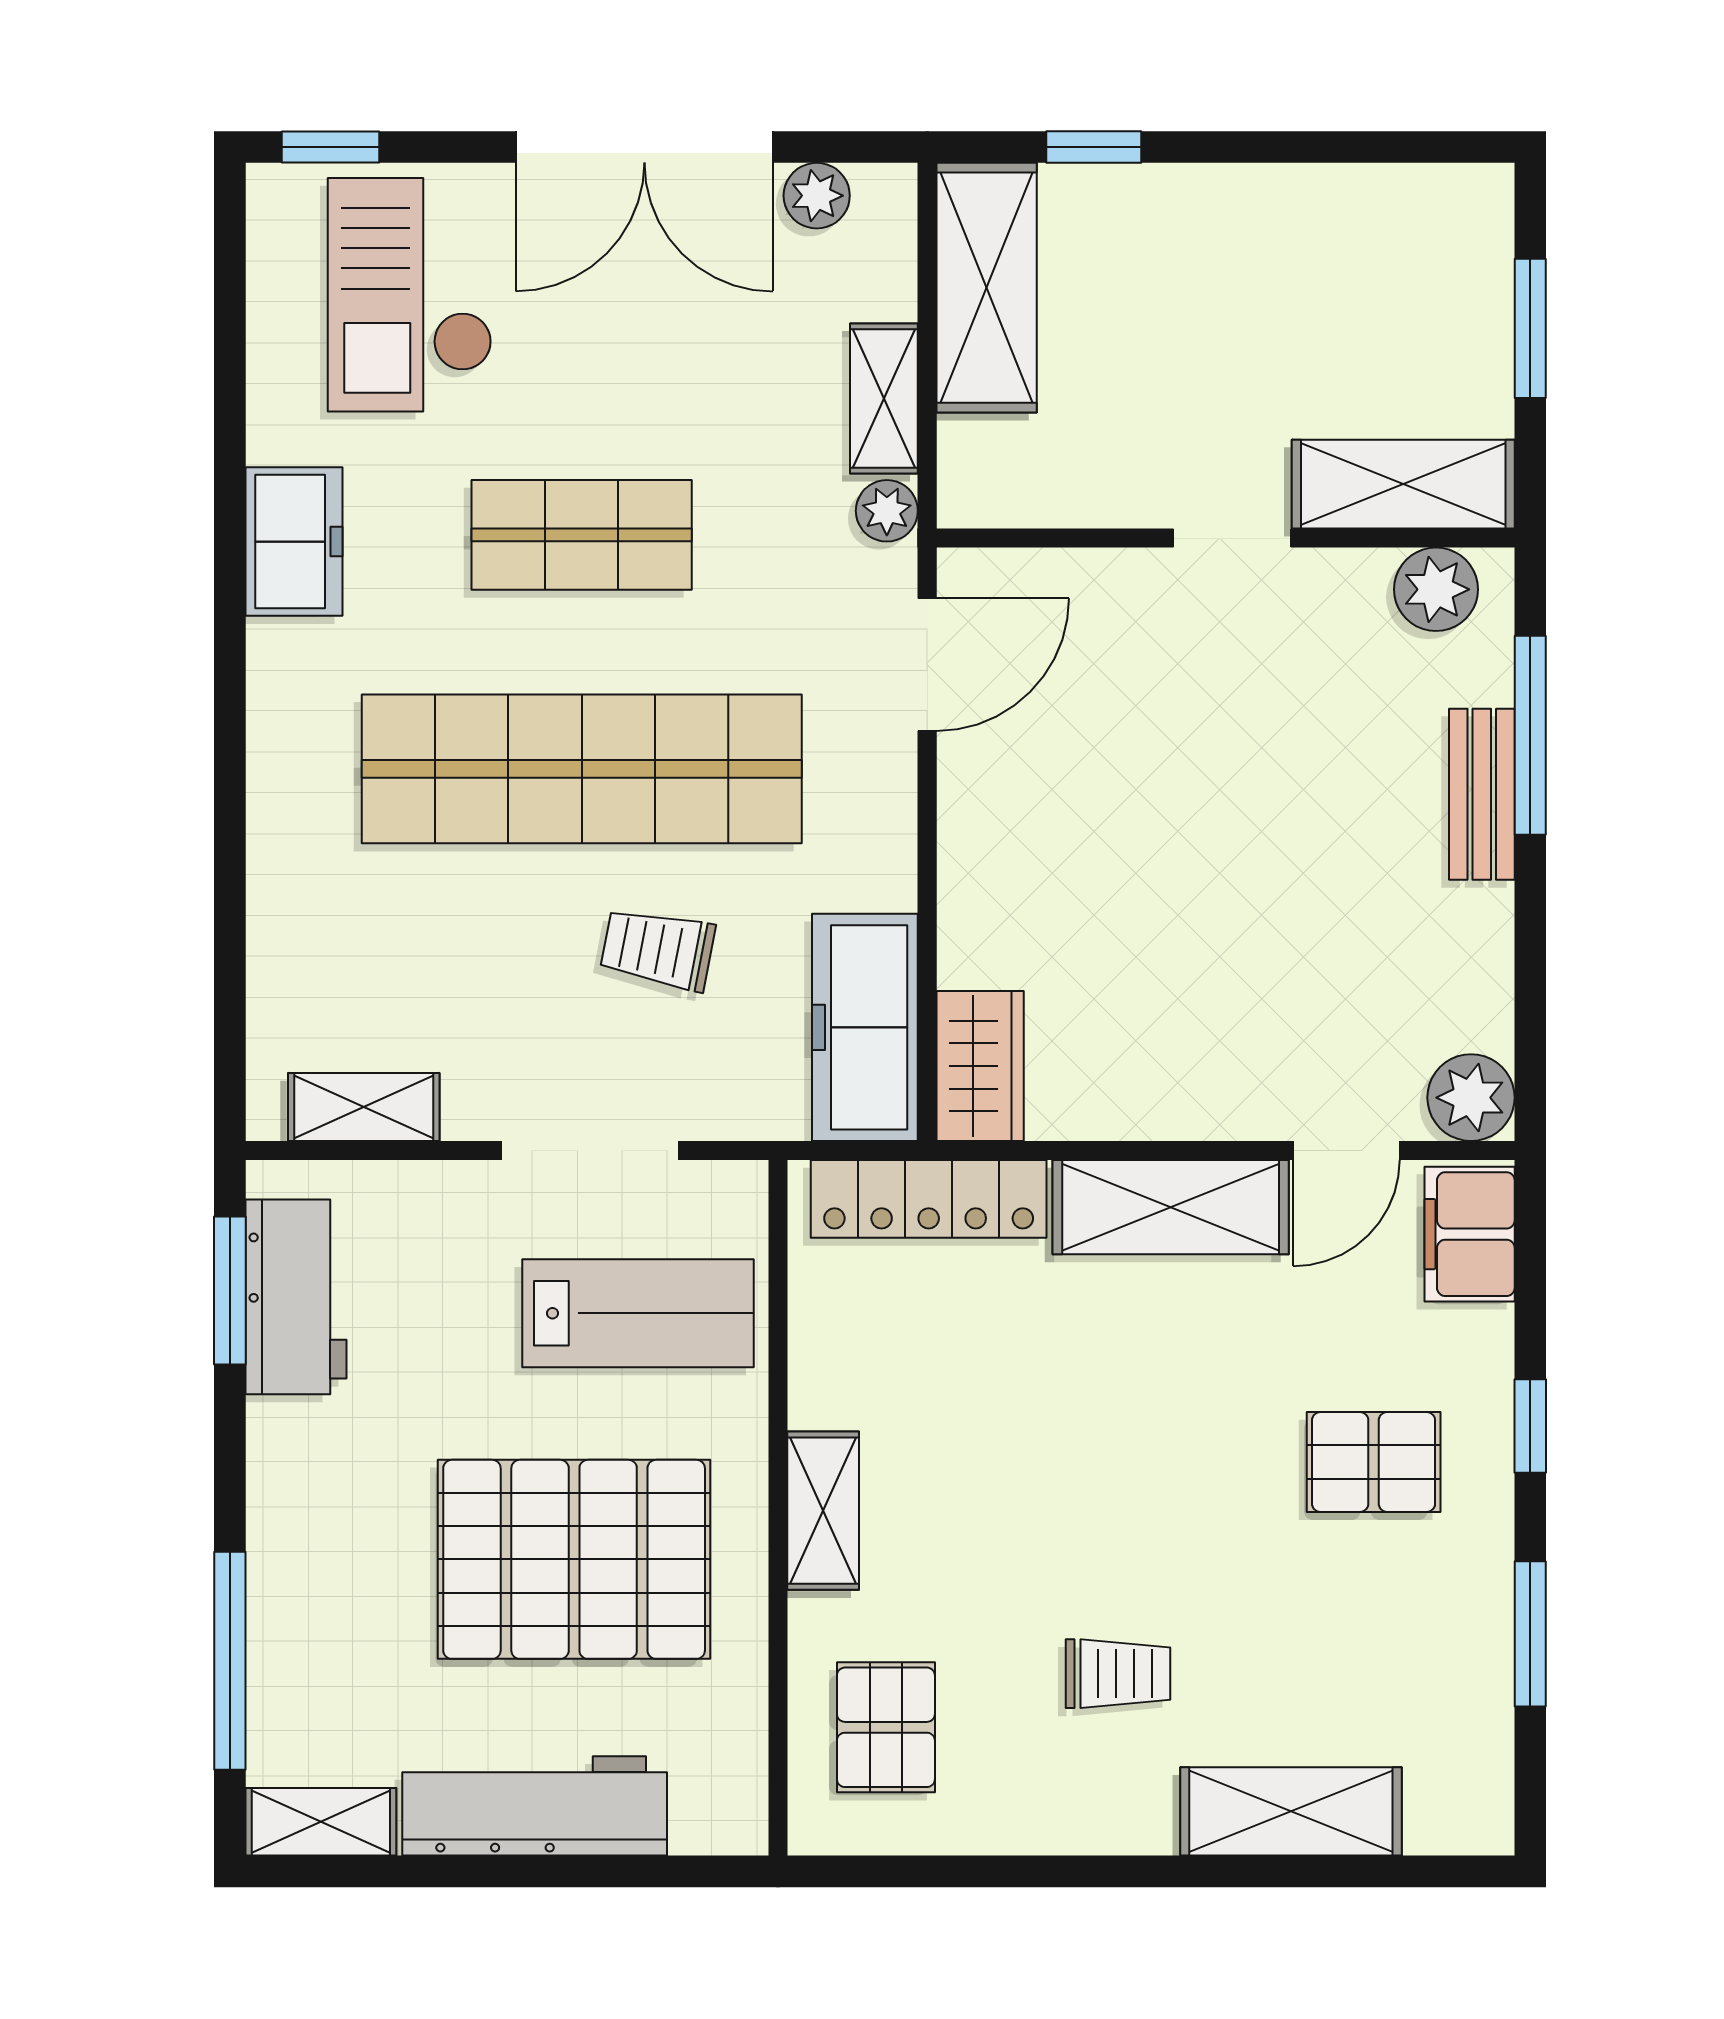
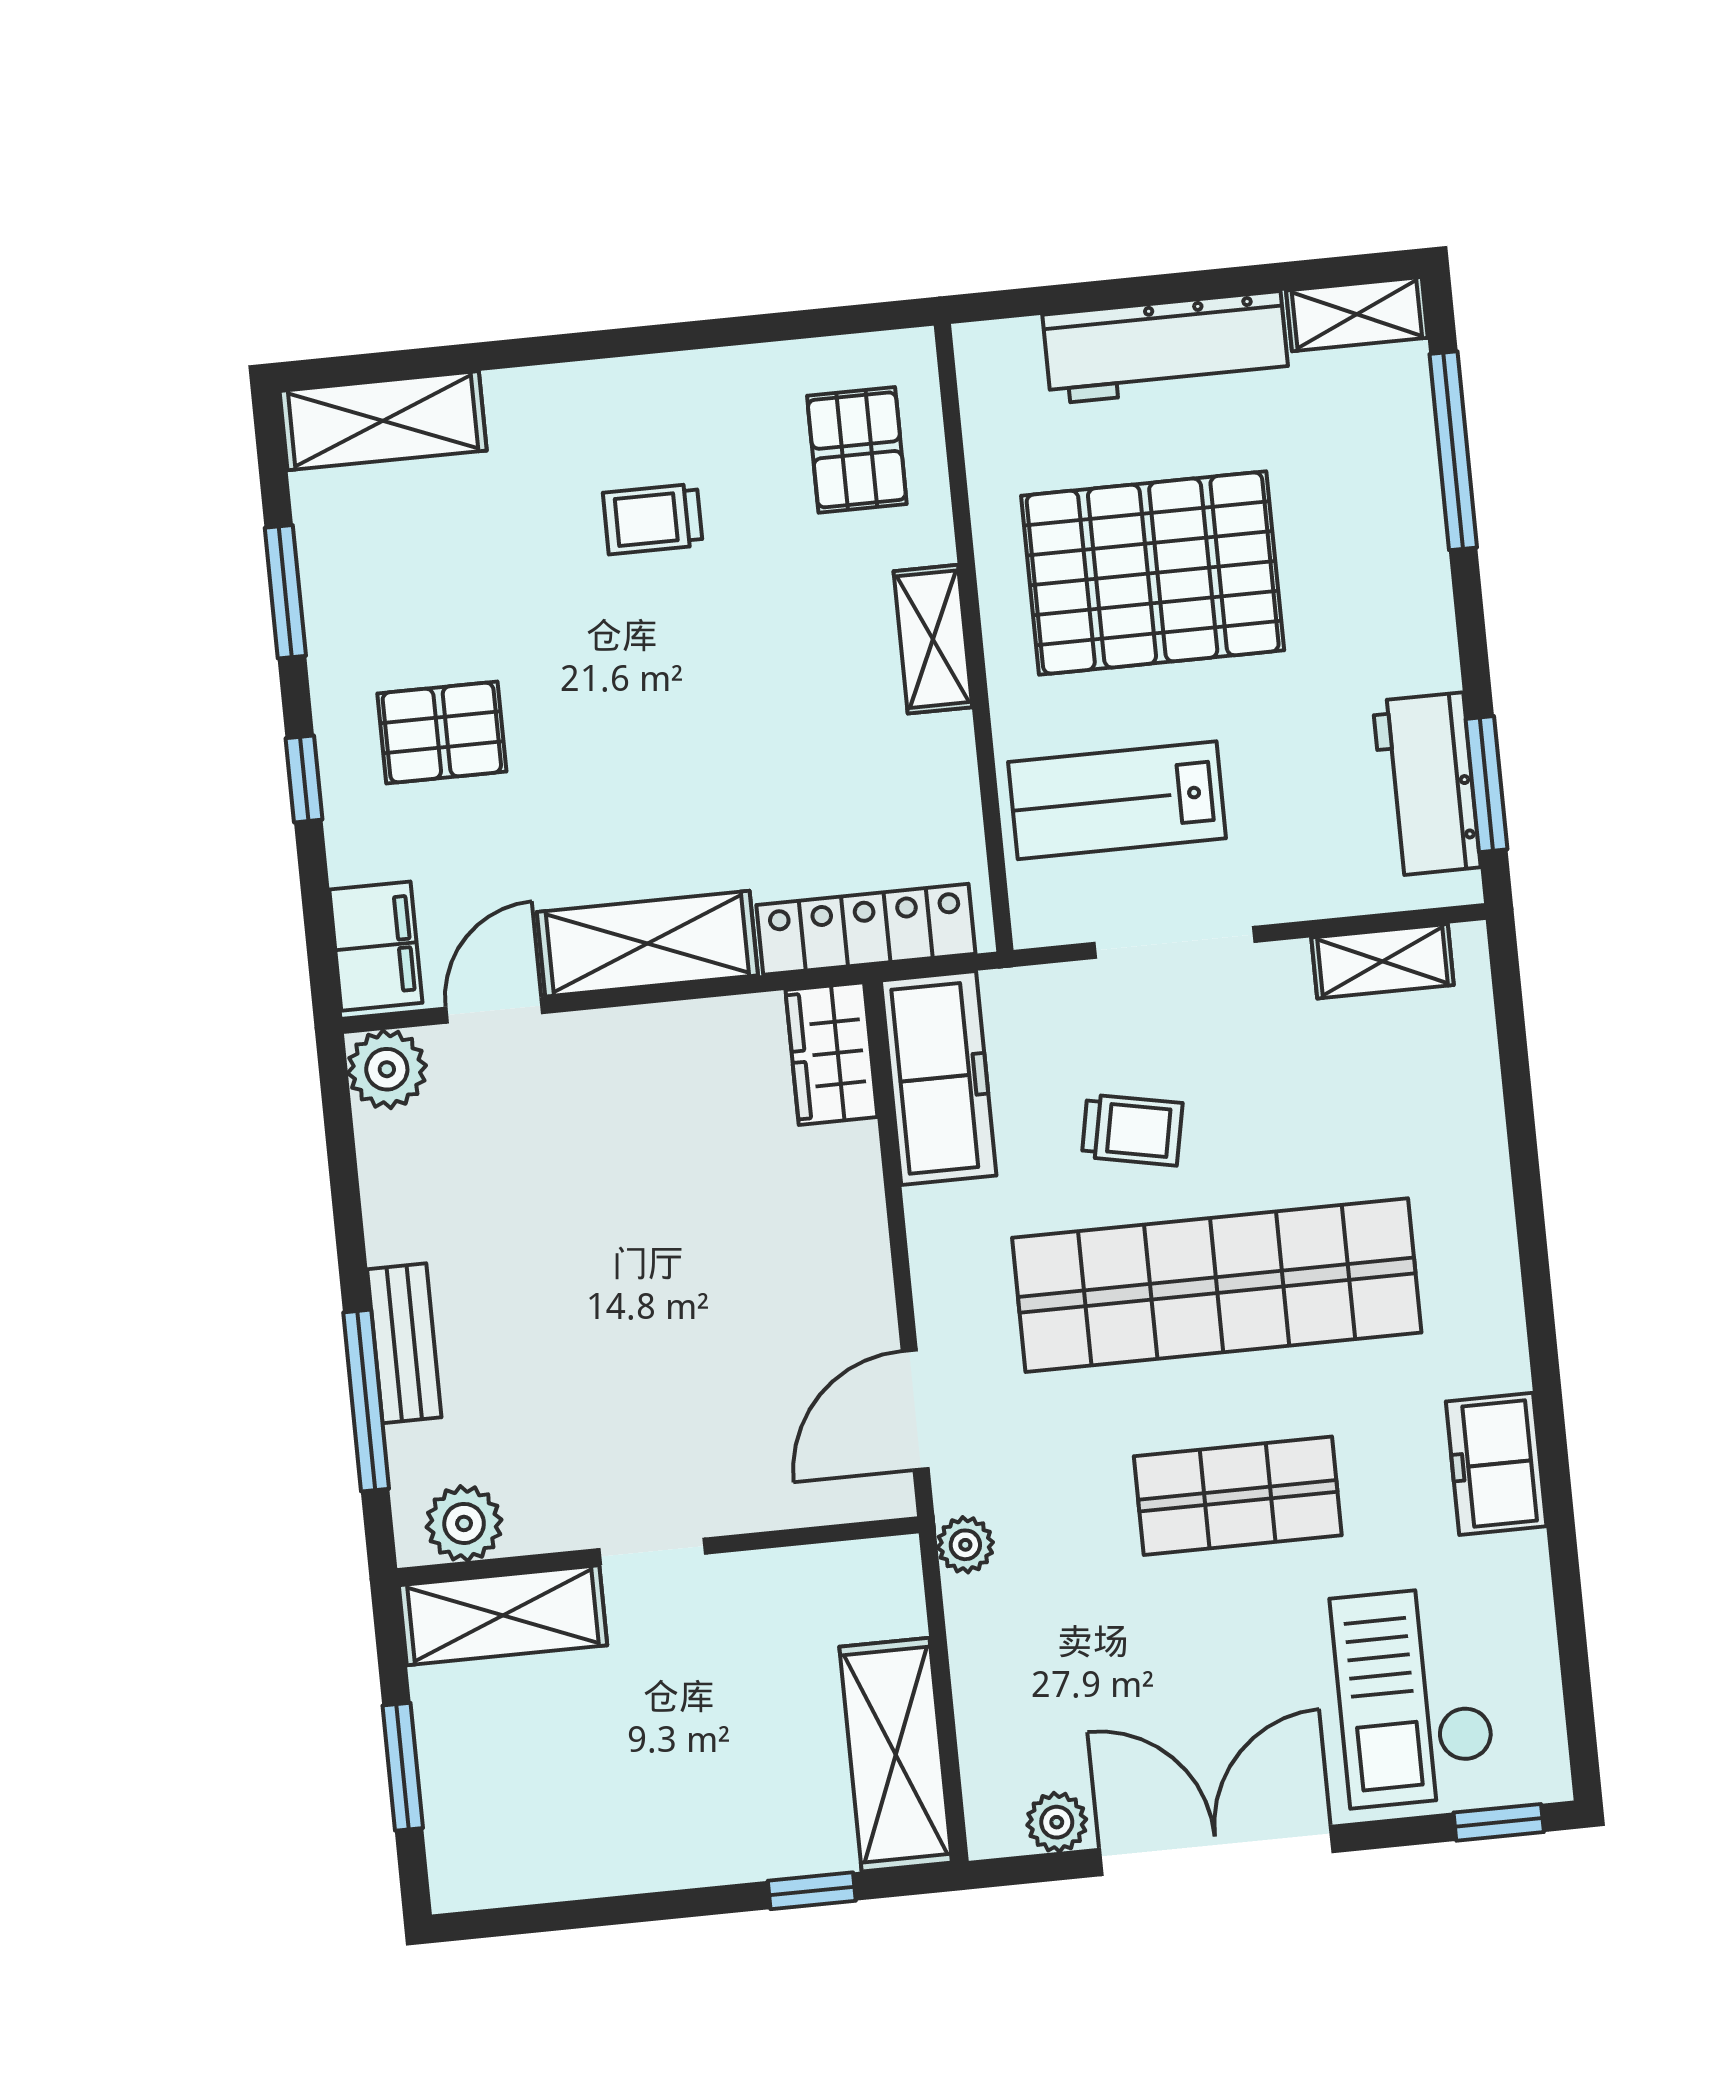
checkout: (410, 295) -> (1414, 1696), turned 180
shelving: (884, 398) -> (978, 1646), removed
shelving: (1291, 1811) -> (383, 421), moved

